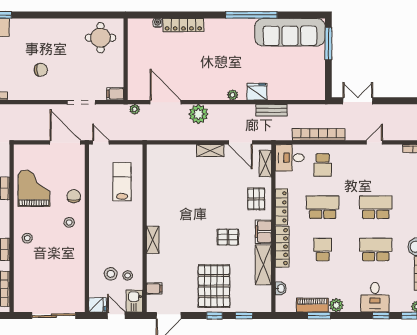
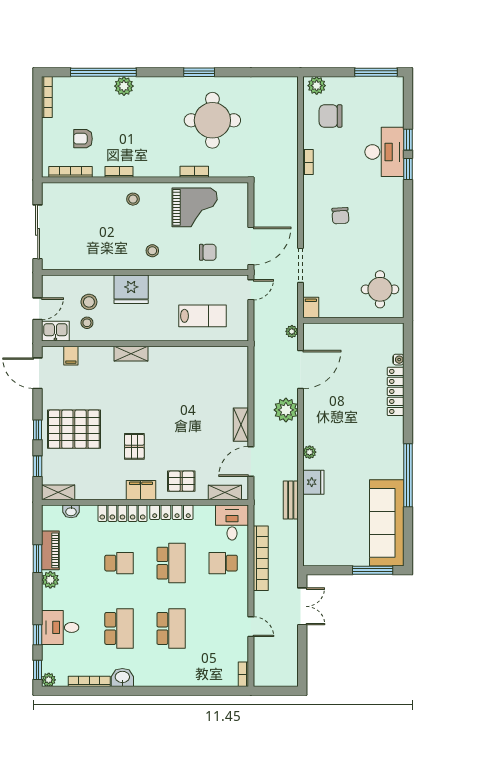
chair: (74, 196) -> (208, 252), moved
shelving: (263, 265) -> (58, 492), moved, width x0.67, depth x0.75
fridge: (98, 305) -> (131, 289), moved, width x1.88, depth x1.34

